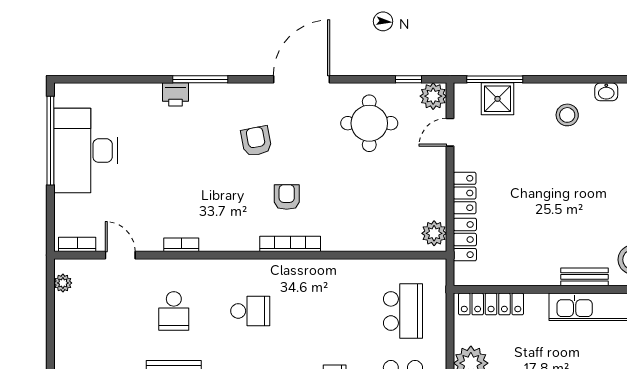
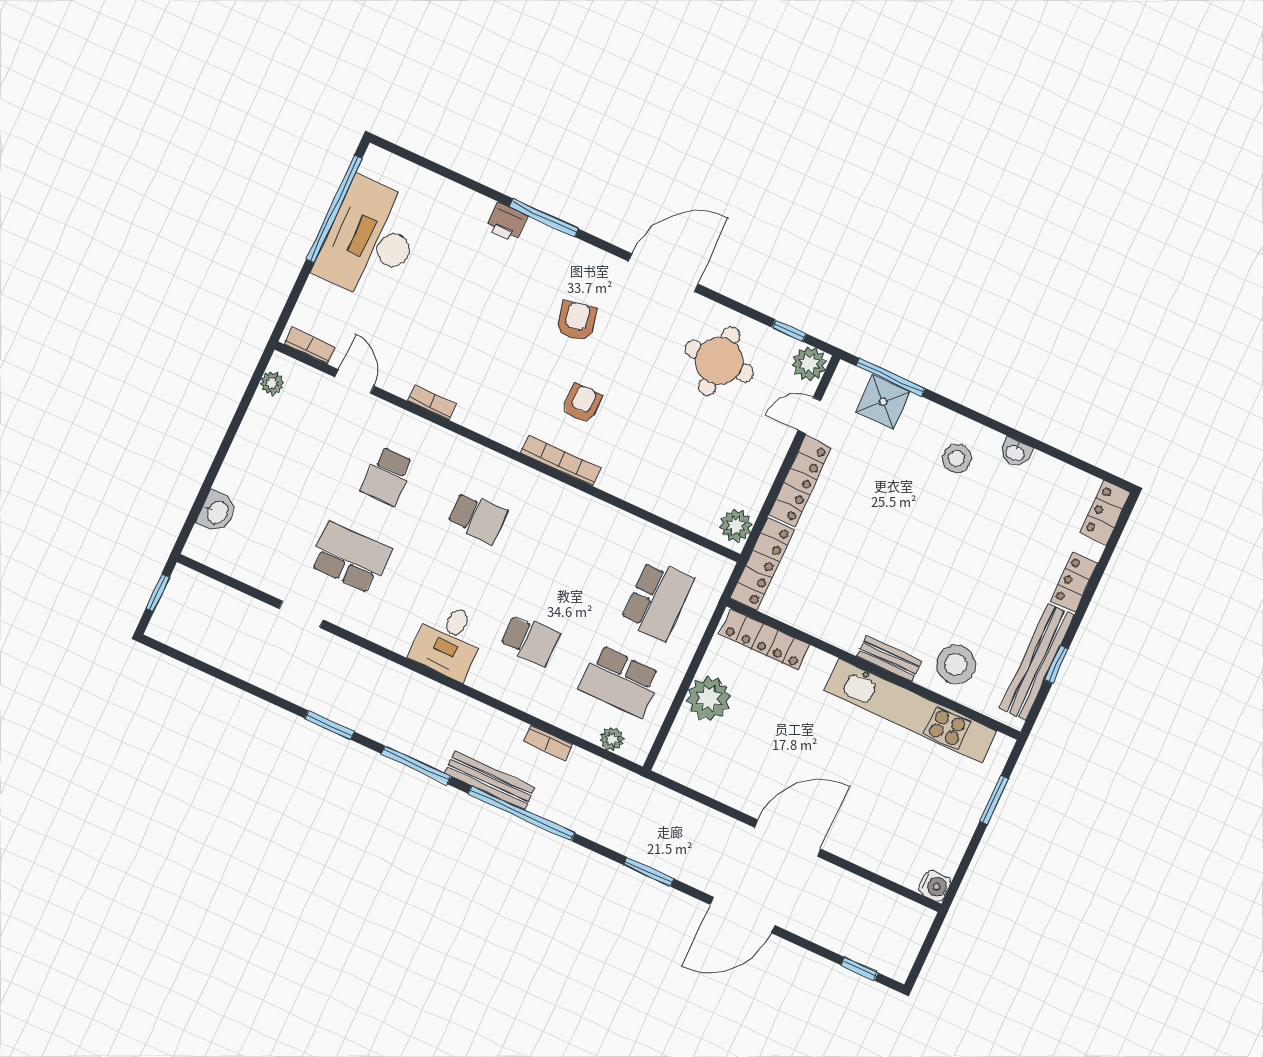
locker: (465, 193) -> (800, 481), width x1.53
locker: (465, 240) -> (762, 564), width x1.53

